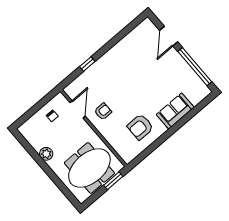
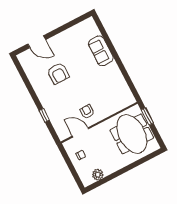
window: (195, 67) -> (67, 26), removed
armchair: (140, 127) -> (58, 73), moved
plant: (46, 154) -> (98, 175), moved

